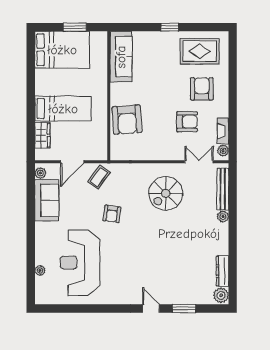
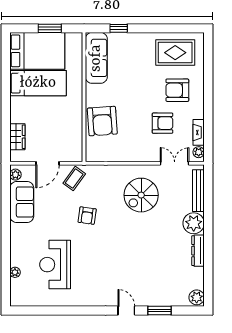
window: (170, 27) -> (119, 28), moved
armchair: (202, 89) -> (177, 90), turned -90
bed: (63, 109) -> (38, 83), moved
plant: (223, 217) -> (194, 223), width x1.87, depth x1.87
reception desk: (80, 263) -> (55, 265), width x0.74, depth x0.77
dresser: (222, 271) -> (198, 251), moved

